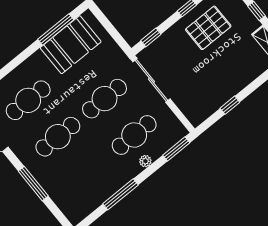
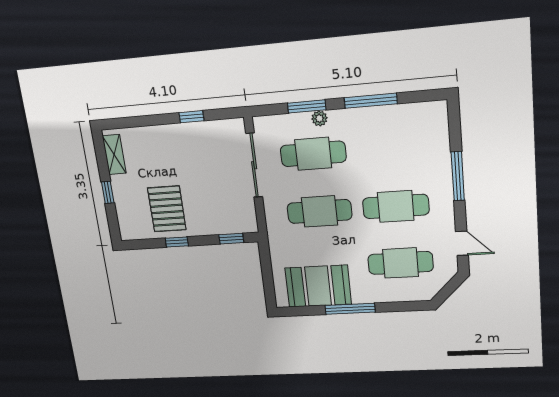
pallet: (208, 28) -> (167, 209), turned 90
window: (56, 30) -> (350, 309), moved
sliding door: (151, 80) -> (254, 165), moved
window: (176, 149) -> (307, 106), moved

